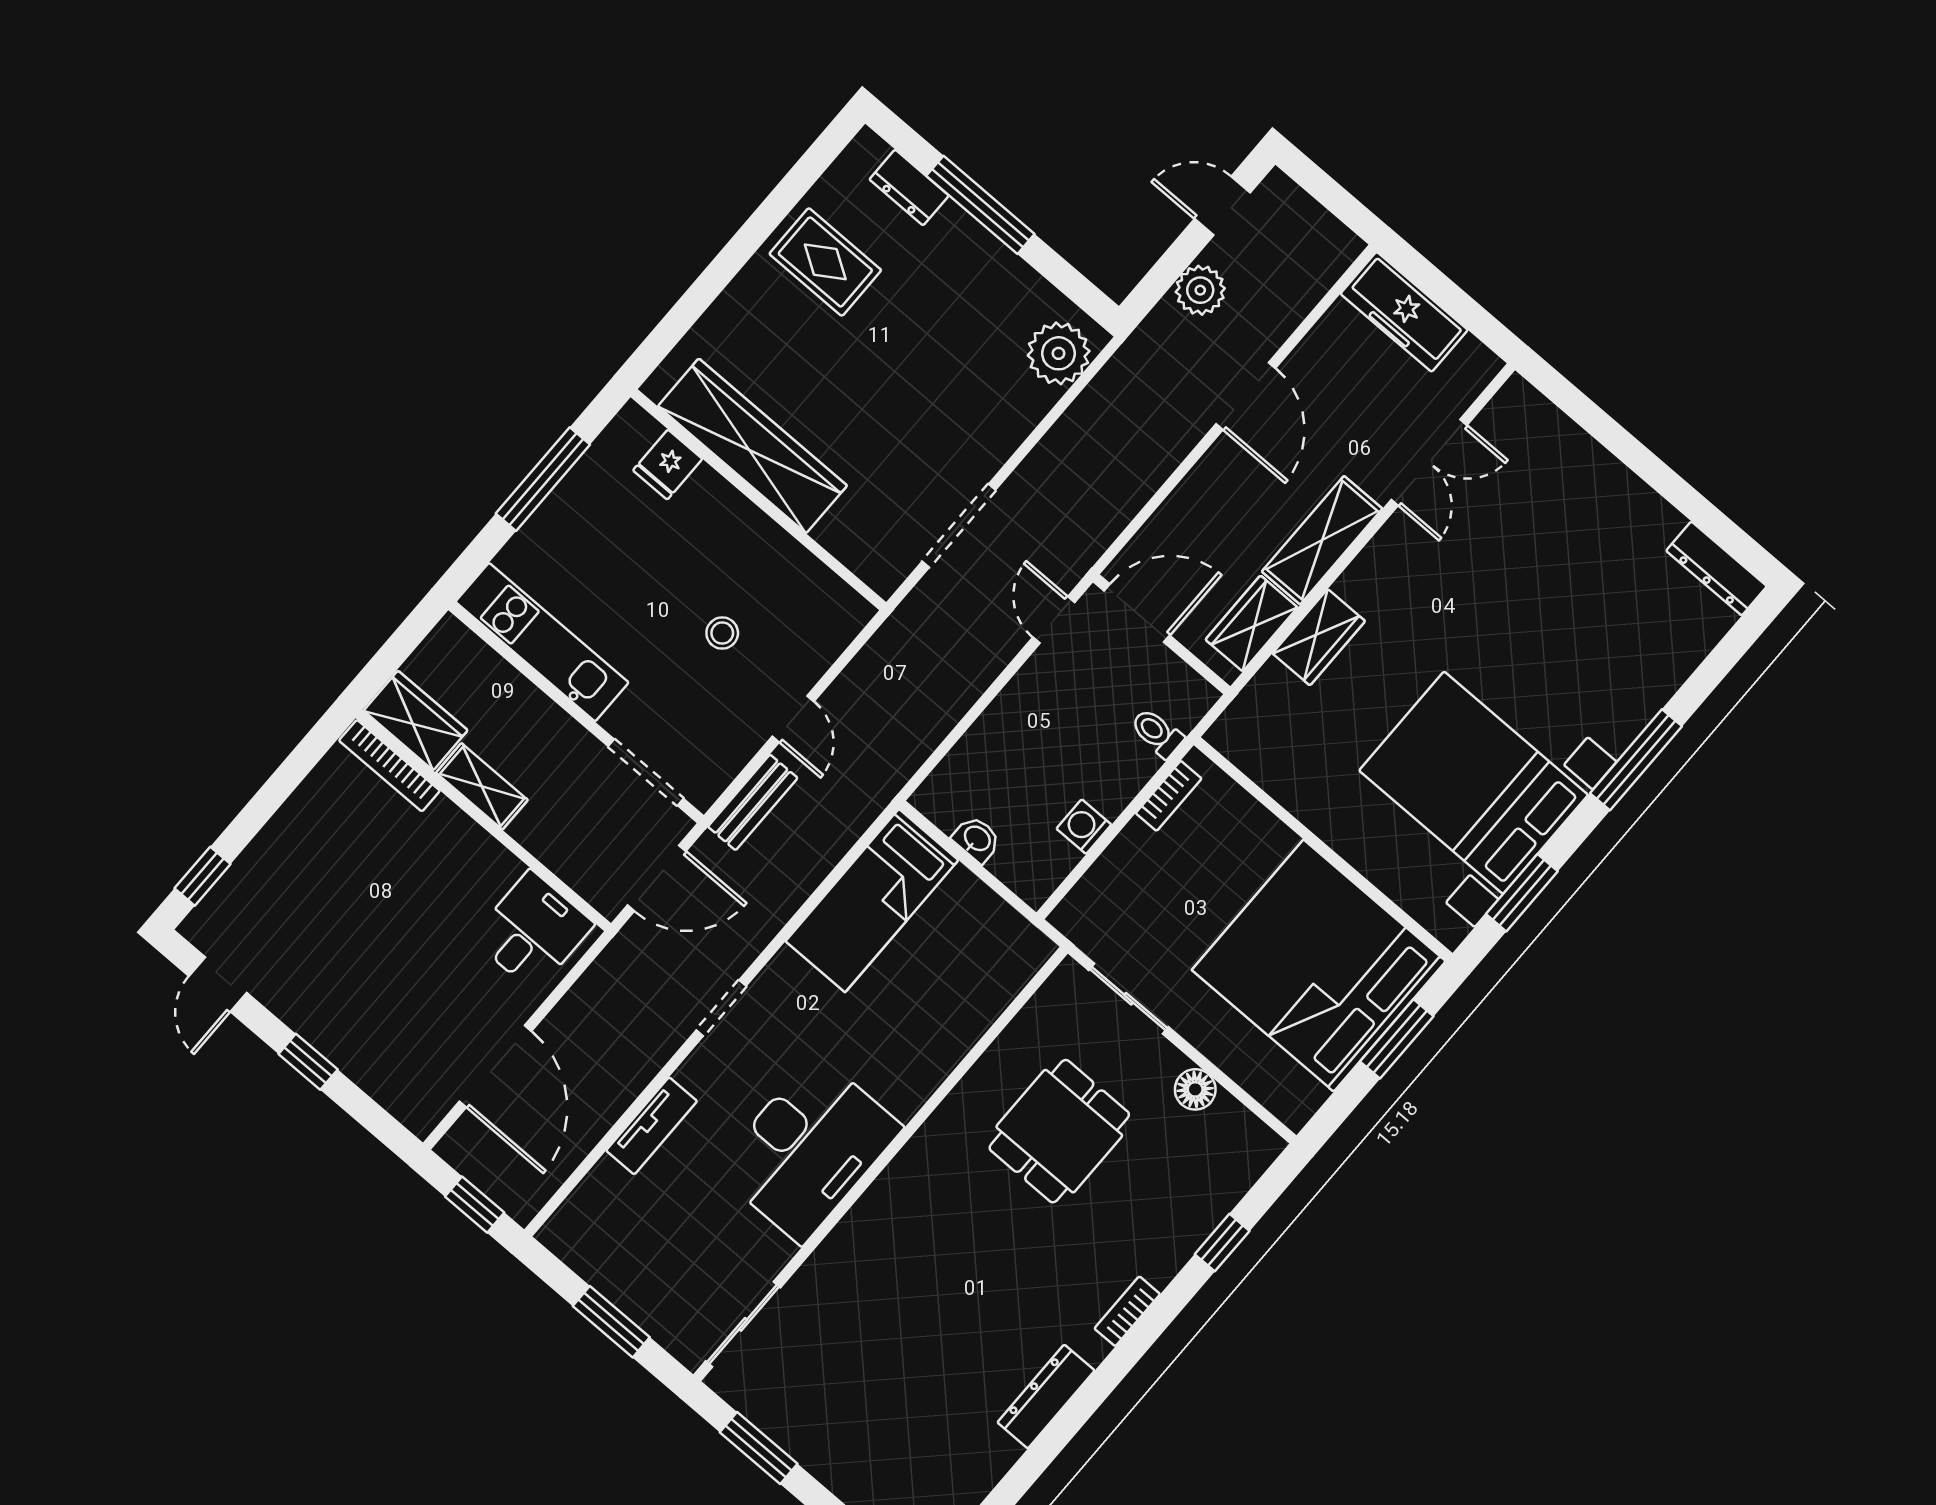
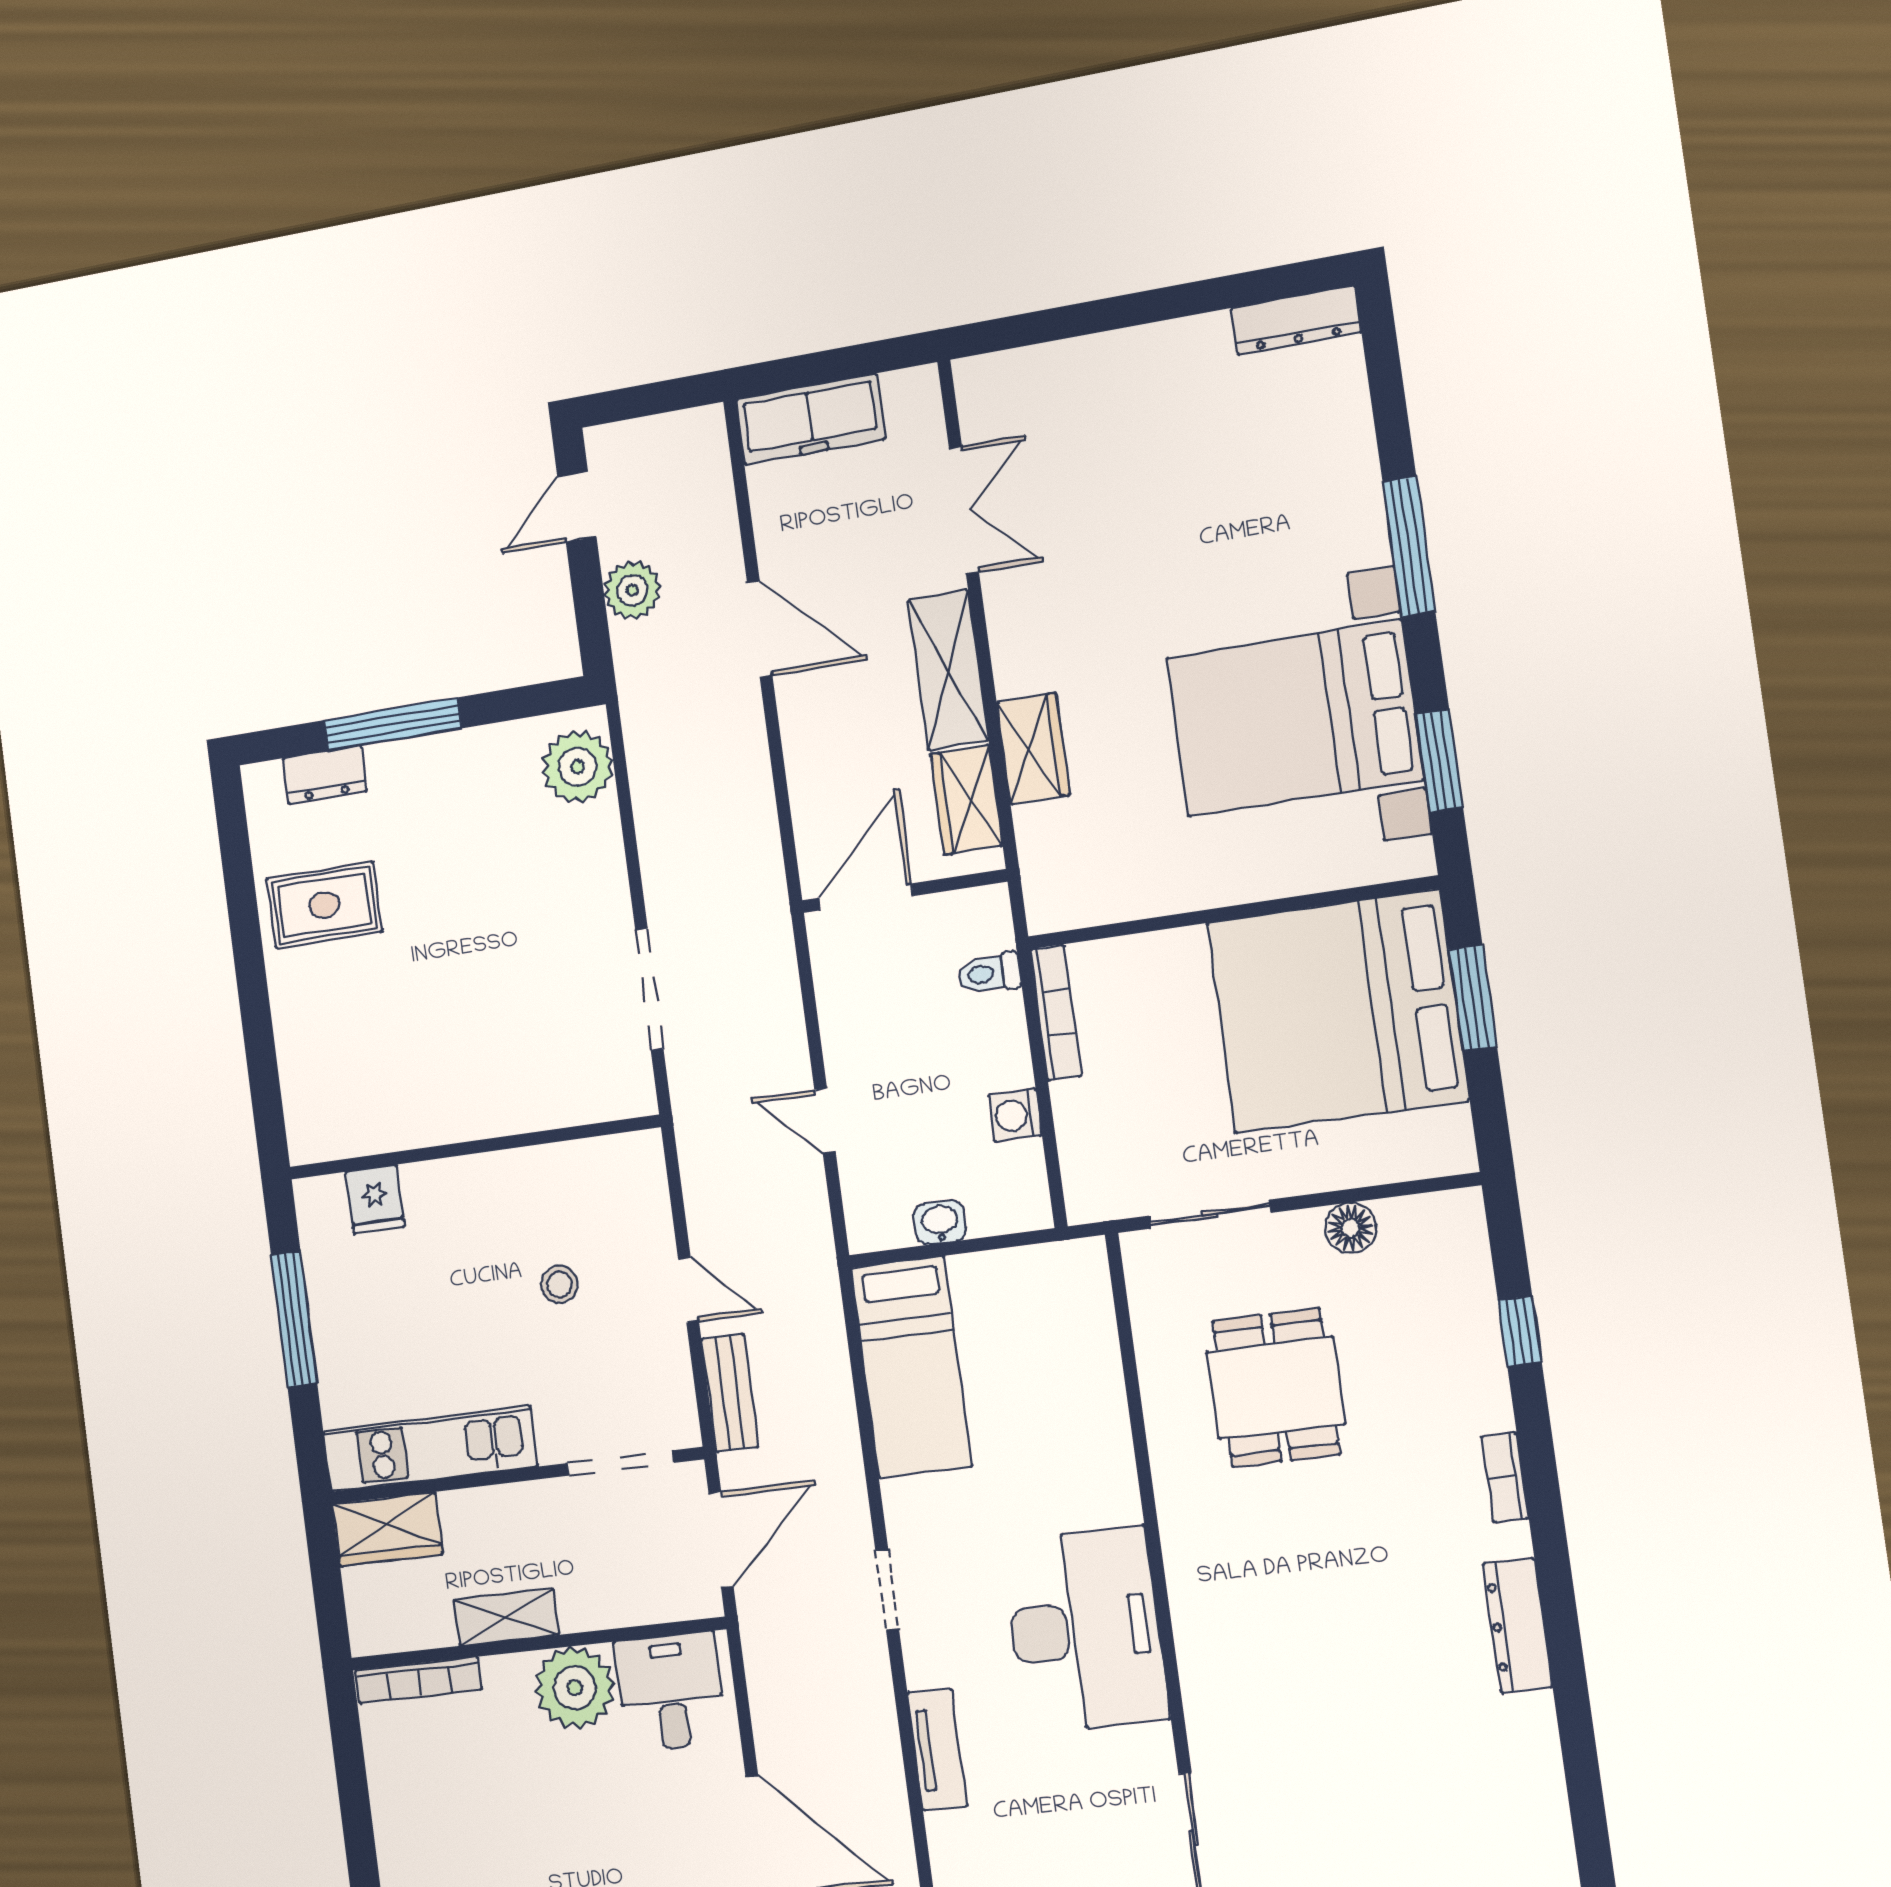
wardrobe: (752, 446) -> (423, 1111), removed
door: (1054, 620) -> (825, 1121), moved
wardrobe: (416, 720) -> (387, 1529), moved, turned 180
bookcase: (1169, 796) -> (1056, 1013), width x1.56
plant: (478, 869) -> (575, 1688), added

